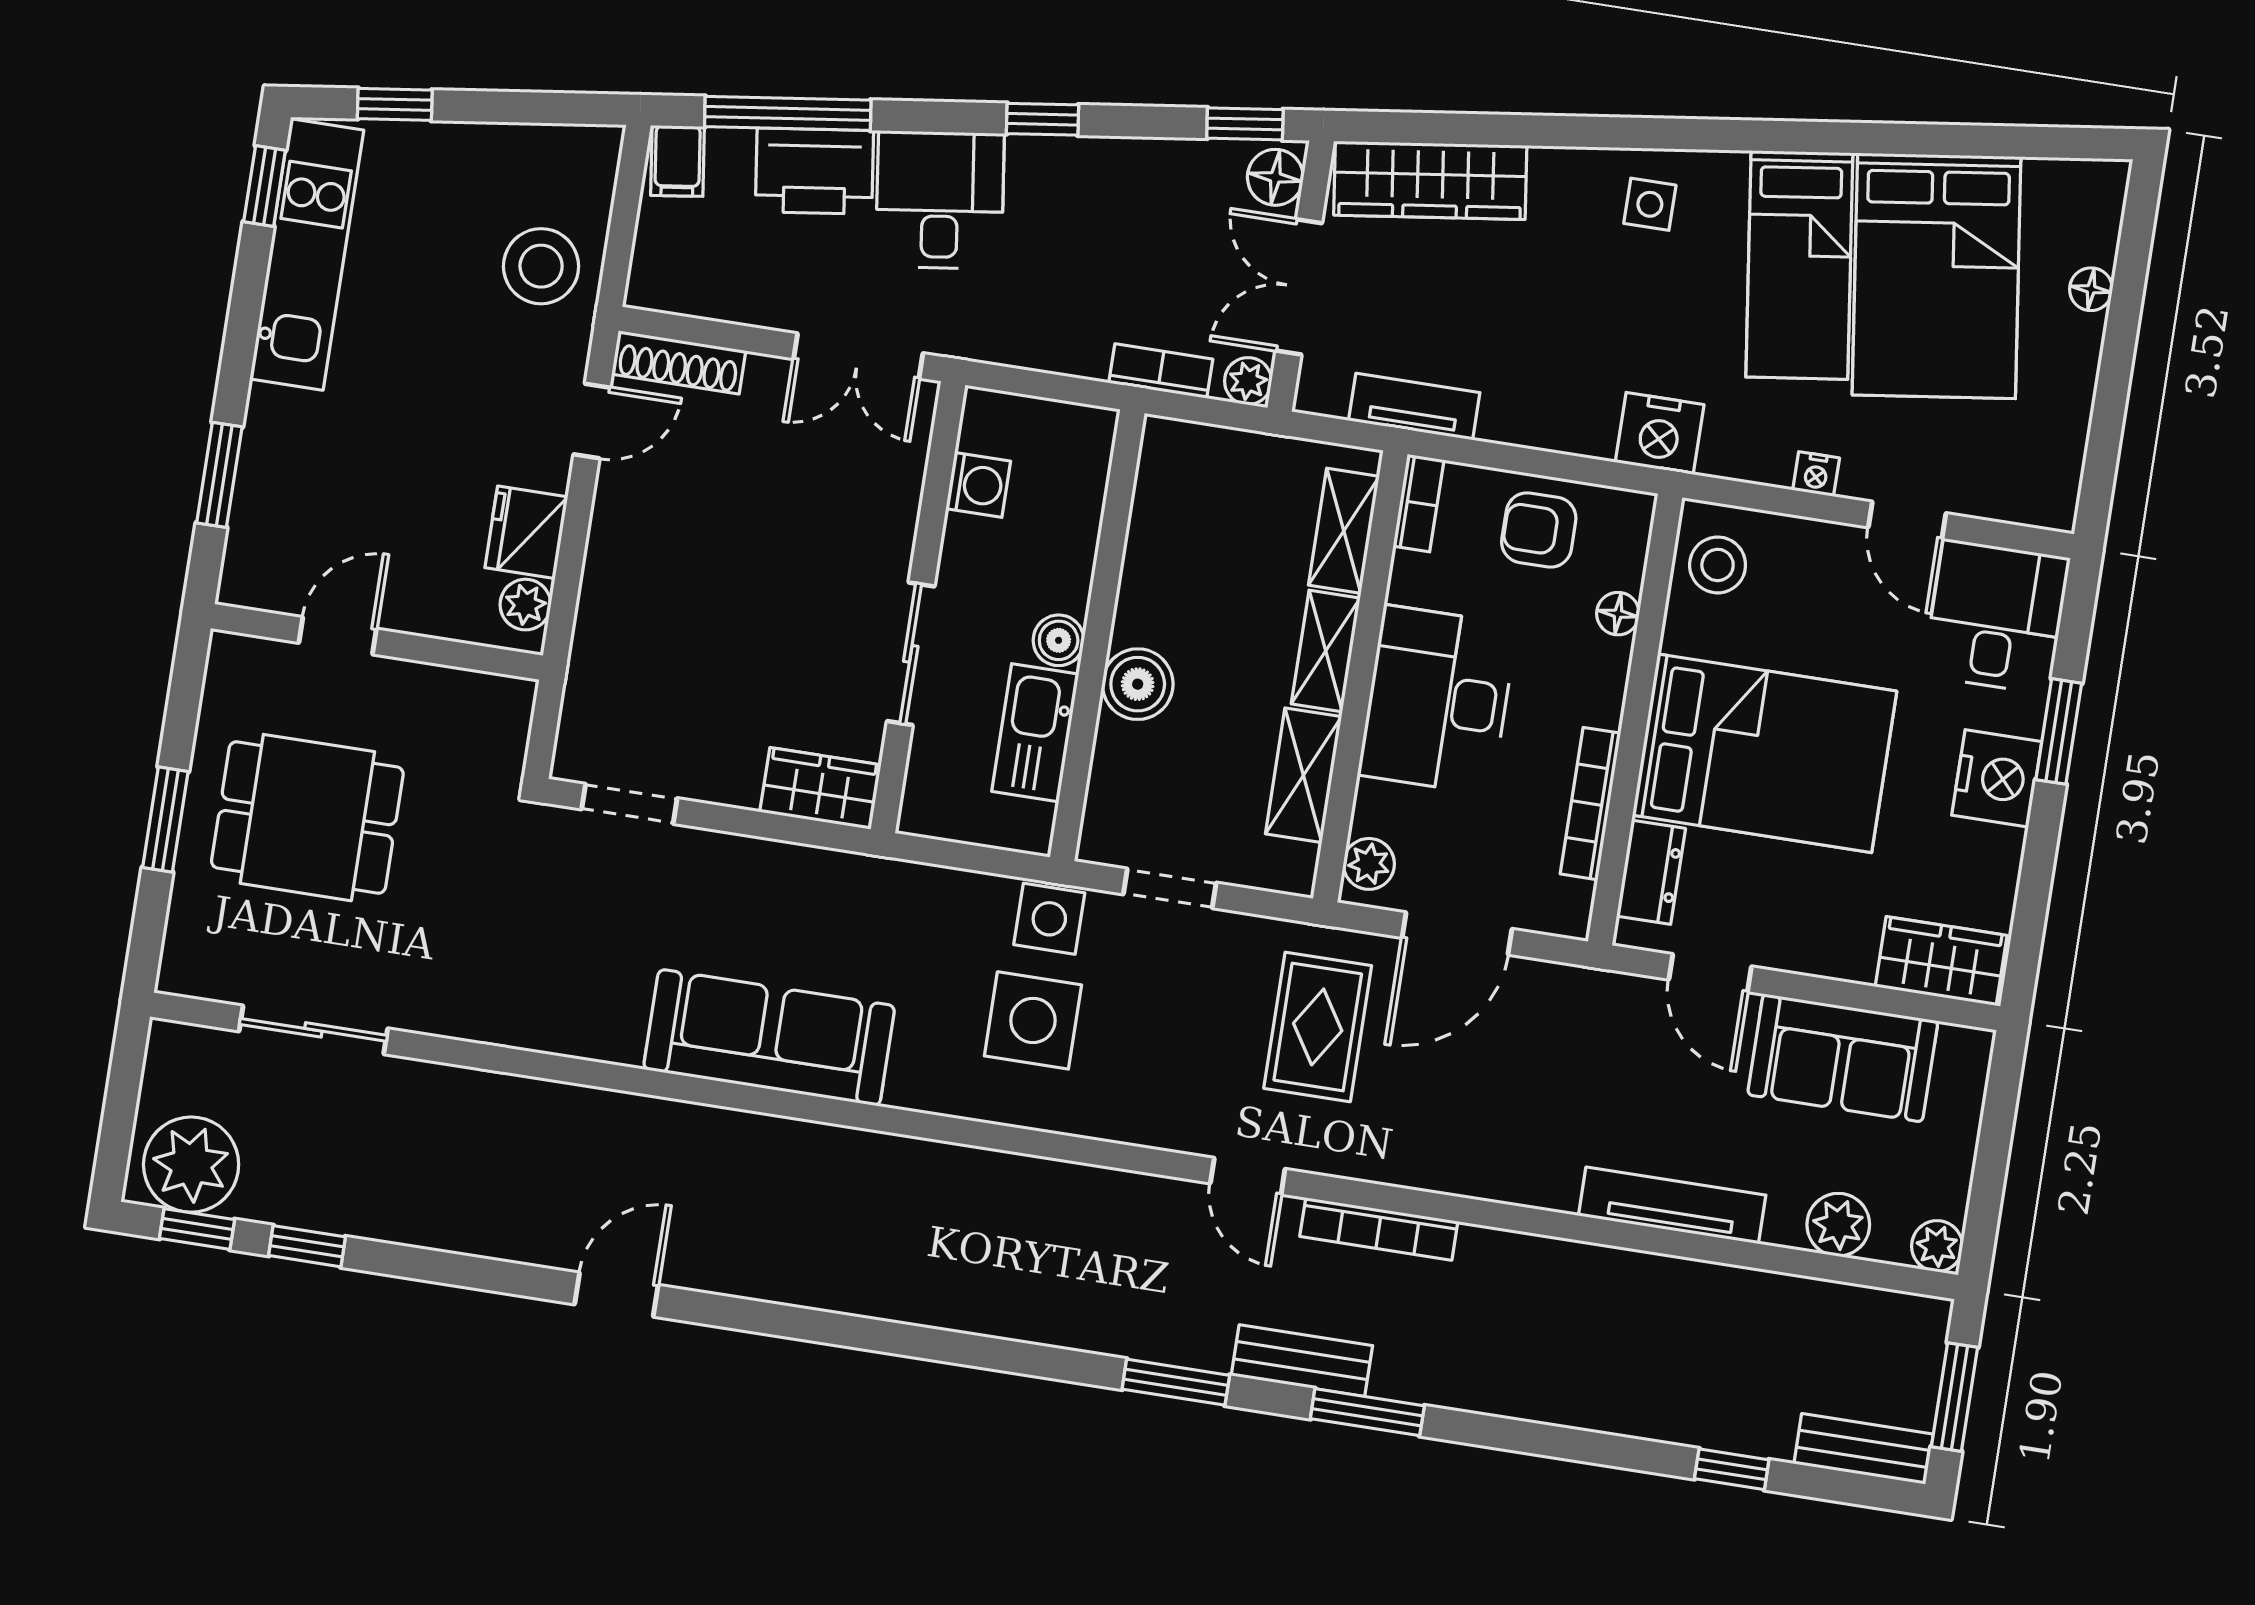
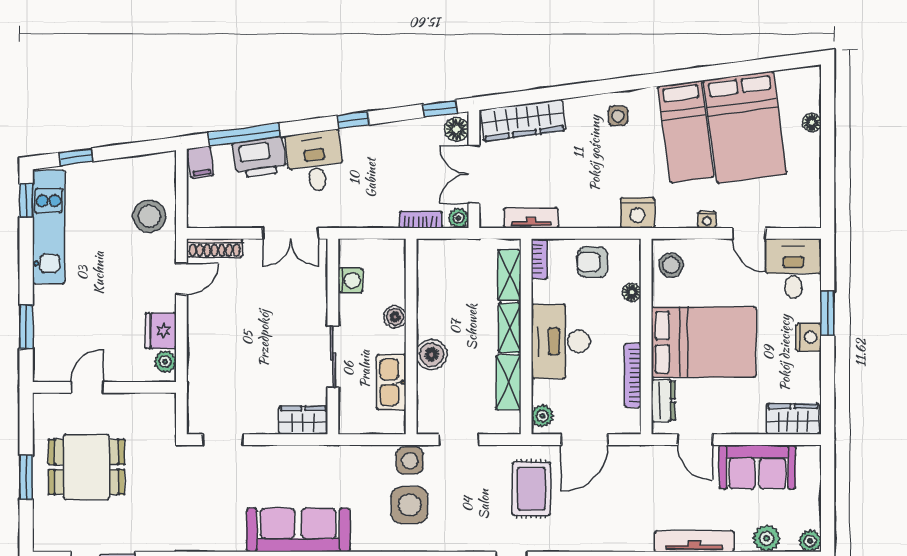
boiler: (1059, 640) -> (395, 317), moved
nightstand: (1997, 778) -> (808, 337), width x0.74, depth x0.75

